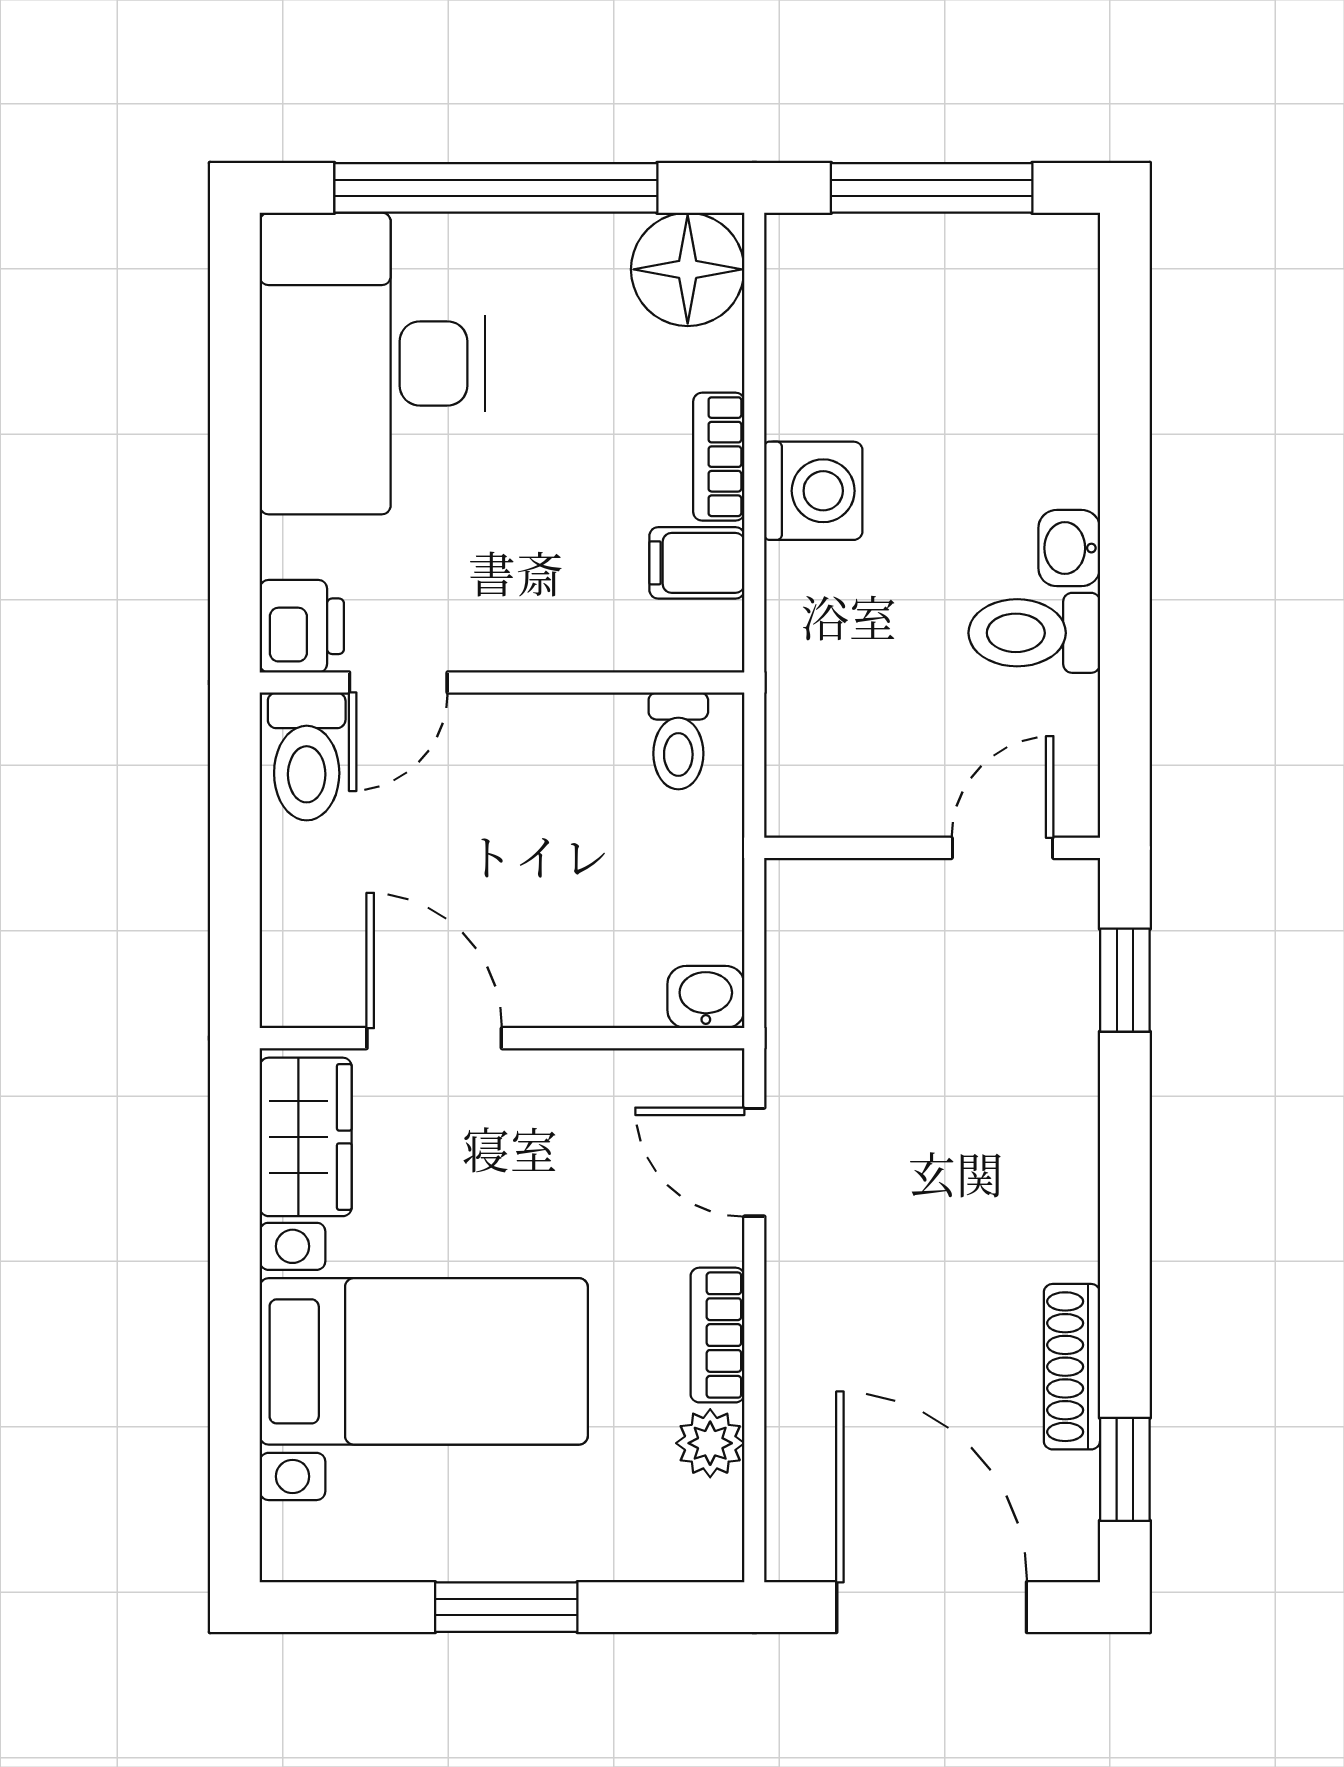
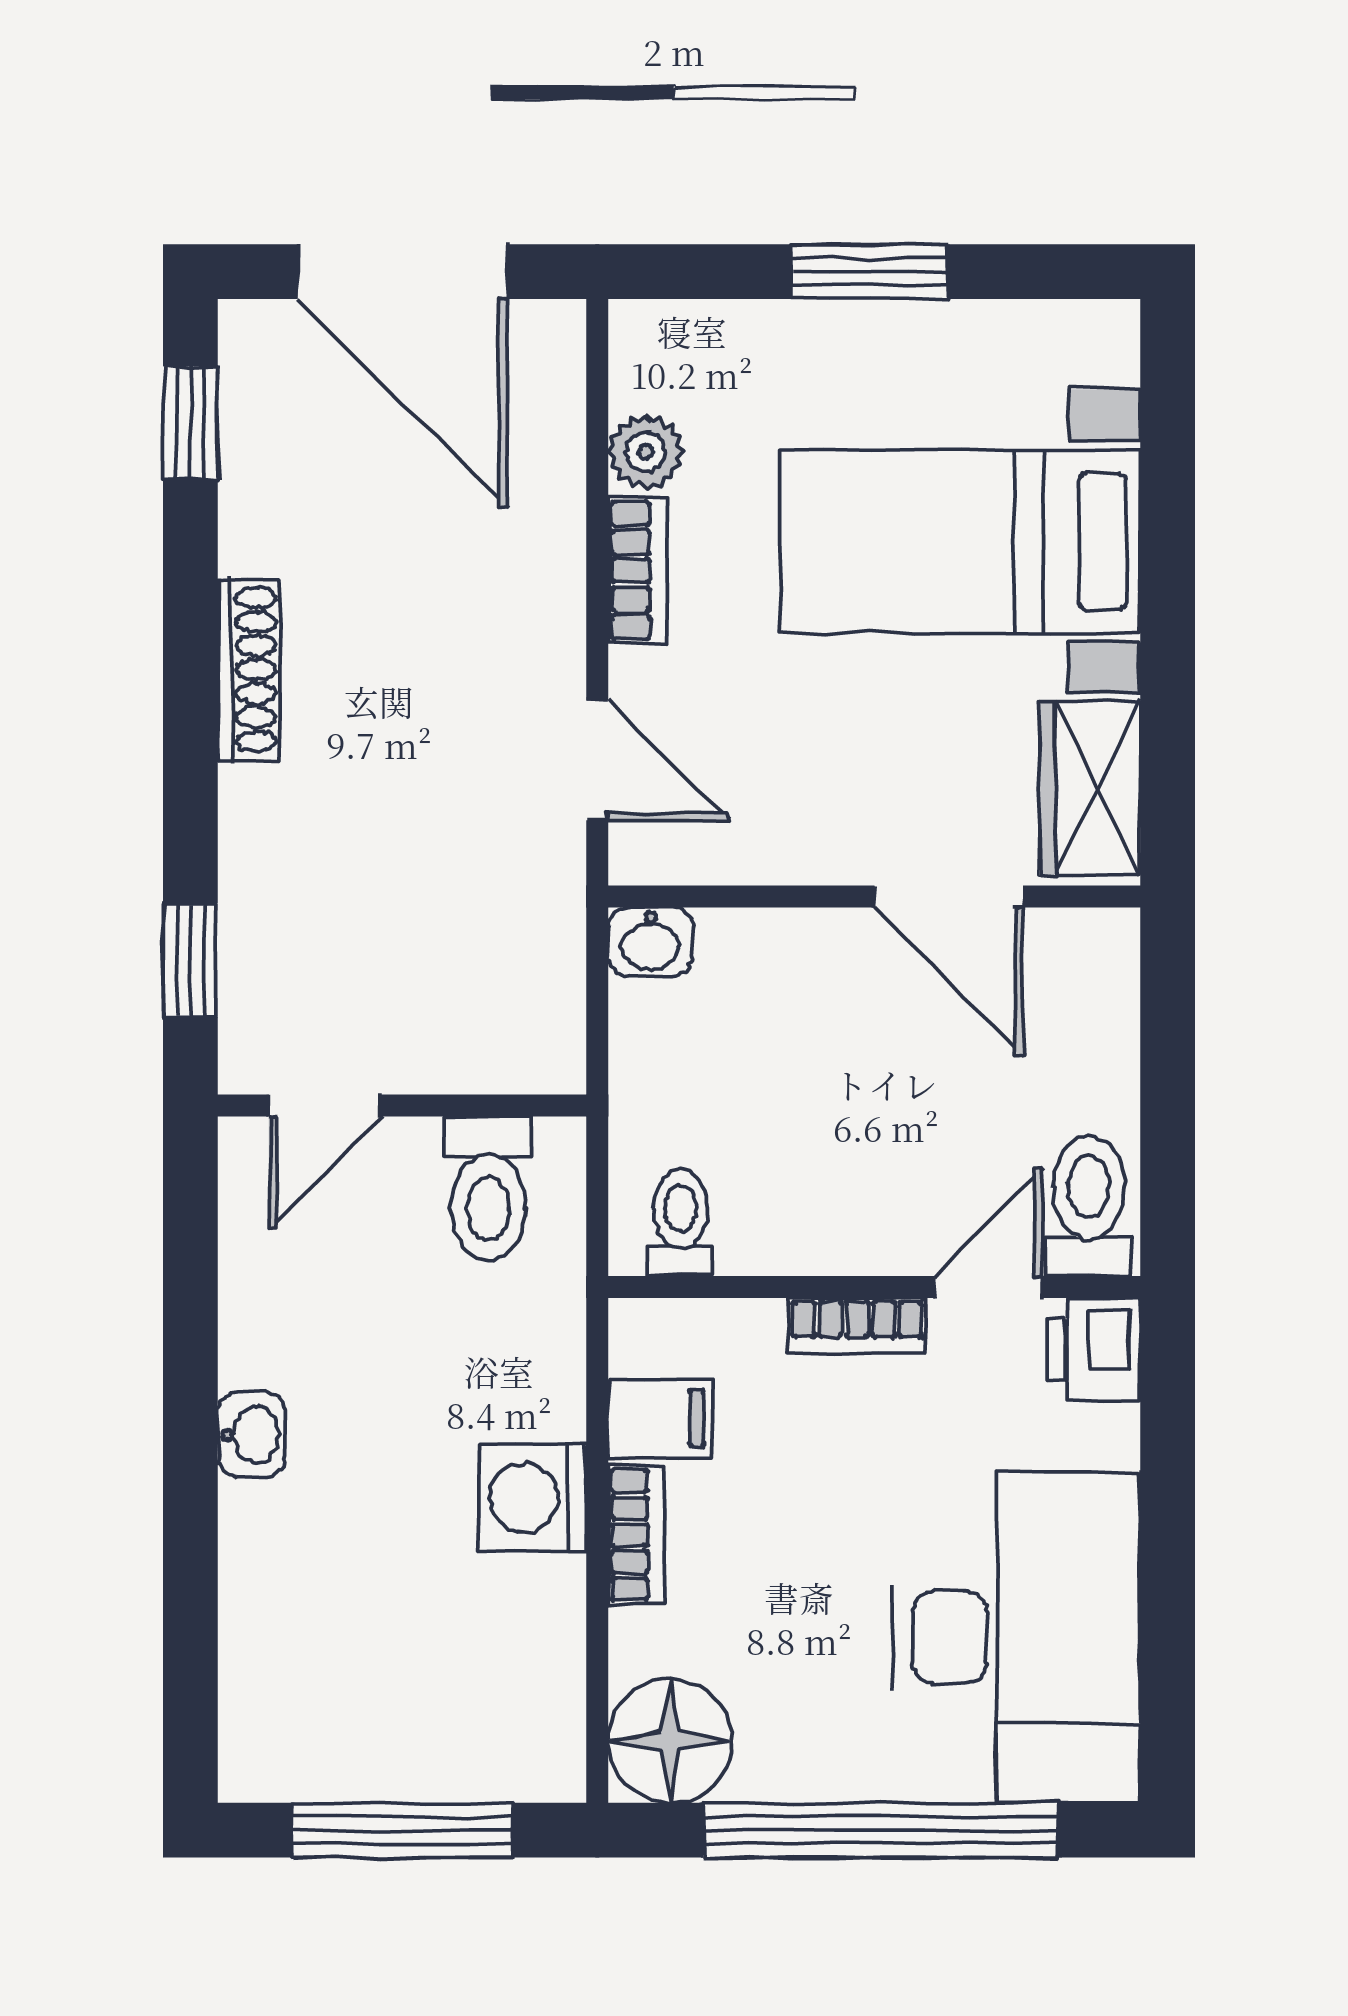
toilet: (1034, 633) -> (489, 1189), moved, turned 90
bookcase: (518, 647) -> (857, 1326), added
shoe rack: (1072, 1367) -> (248, 670), moved

